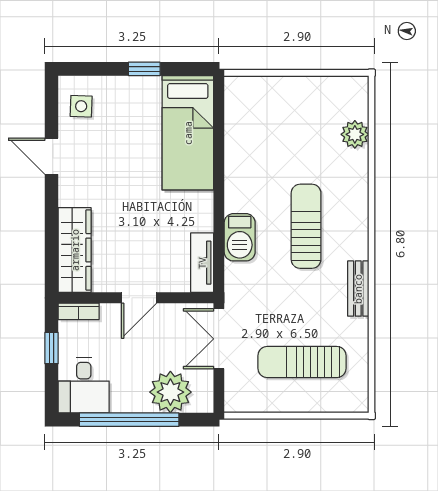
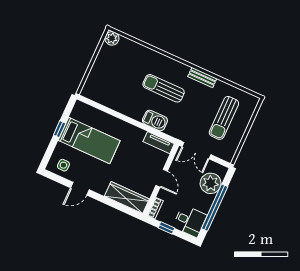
bed: (188, 133) -> (89, 141), moved
plant: (355, 134) -> (112, 38), moved

